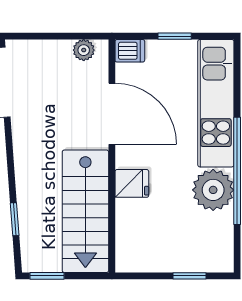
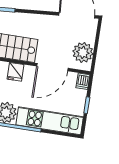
plant: (84, 50) -> (83, 52), width x1.87, depth x1.87

